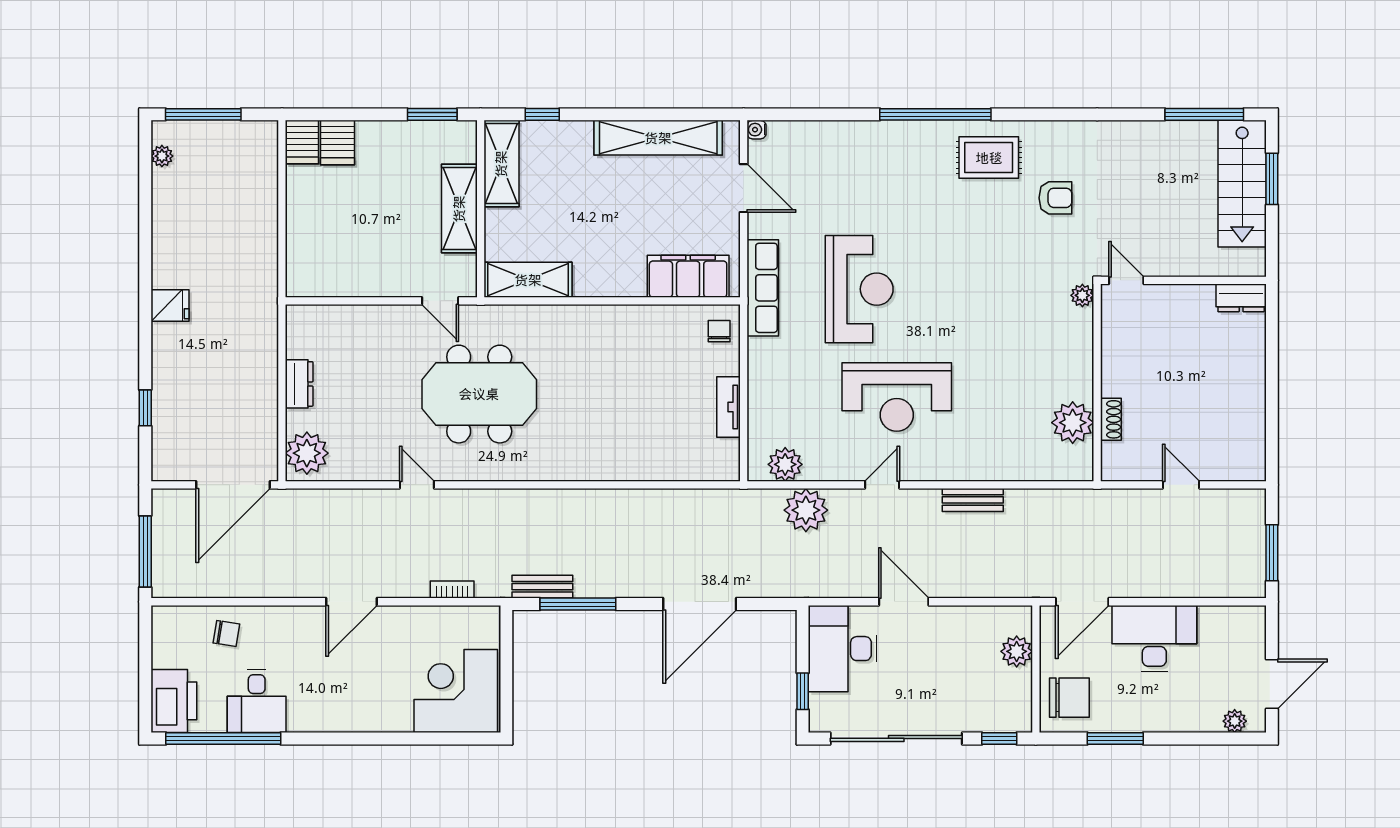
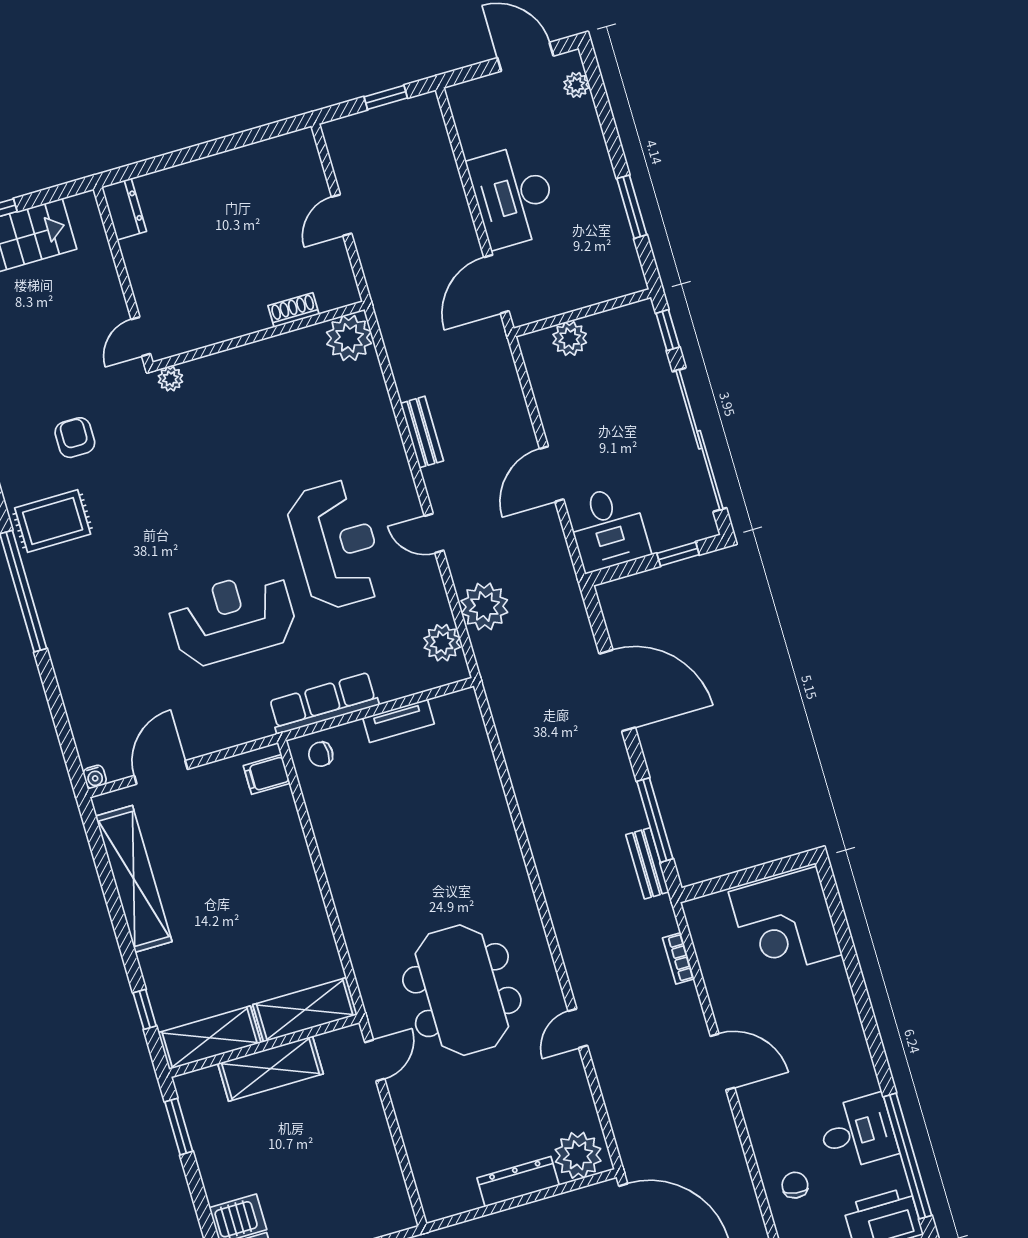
rug: (989, 158) -> (53, 521), turned 90
filing cabinet: (688, 276) -> (267, 774), width x0.33, depth x0.86
shelving: (528, 280) -> (305, 1010), moved, turned 90
row of seats: (763, 288) -> (323, 703), moved
dresser: (299, 384) -> (518, 1182), width x1.44
plant: (1073, 423) -> (349, 338), moved
window: (1272, 553) -> (386, 97), width x0.67
door: (1082, 602) -> (496, 284), swing flipped
desk: (843, 649) -> (608, 528), width x0.73
chair: (1069, 698) -> (603, 268), removed

